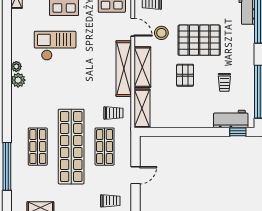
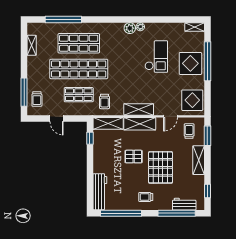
stool: (161, 33) -> (166, 138), removed
shelving: (124, 69) -> (139, 109), width x0.68
trolley: (224, 82) -> (146, 197), moved
workbench: (231, 119) -> (100, 192), width x1.38
window: (238, 132) -> (90, 138), moved
shop shelf: (38, 147) -> (79, 43), width x1.43, depth x1.36

